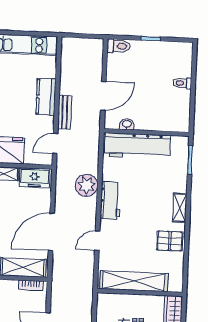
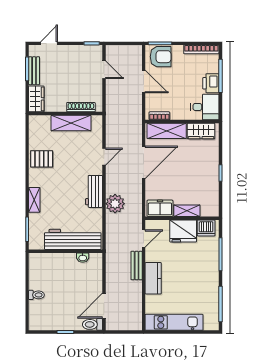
door: (103, 96) -> (104, 306), moved
shelving: (180, 208) -> (34, 200), moved
shelving: (134, 281) -> (71, 123), width x0.68
shoe rack: (122, 299) -> (81, 107), added

